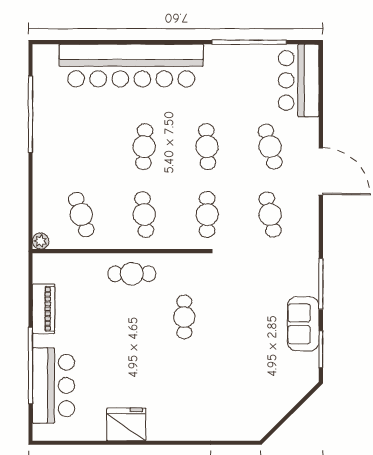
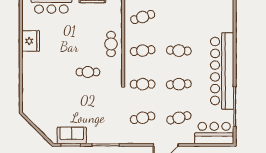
bar counter: (131, 66) -> (222, 71), moved
sofa: (303, 324) -> (72, 135), moved

